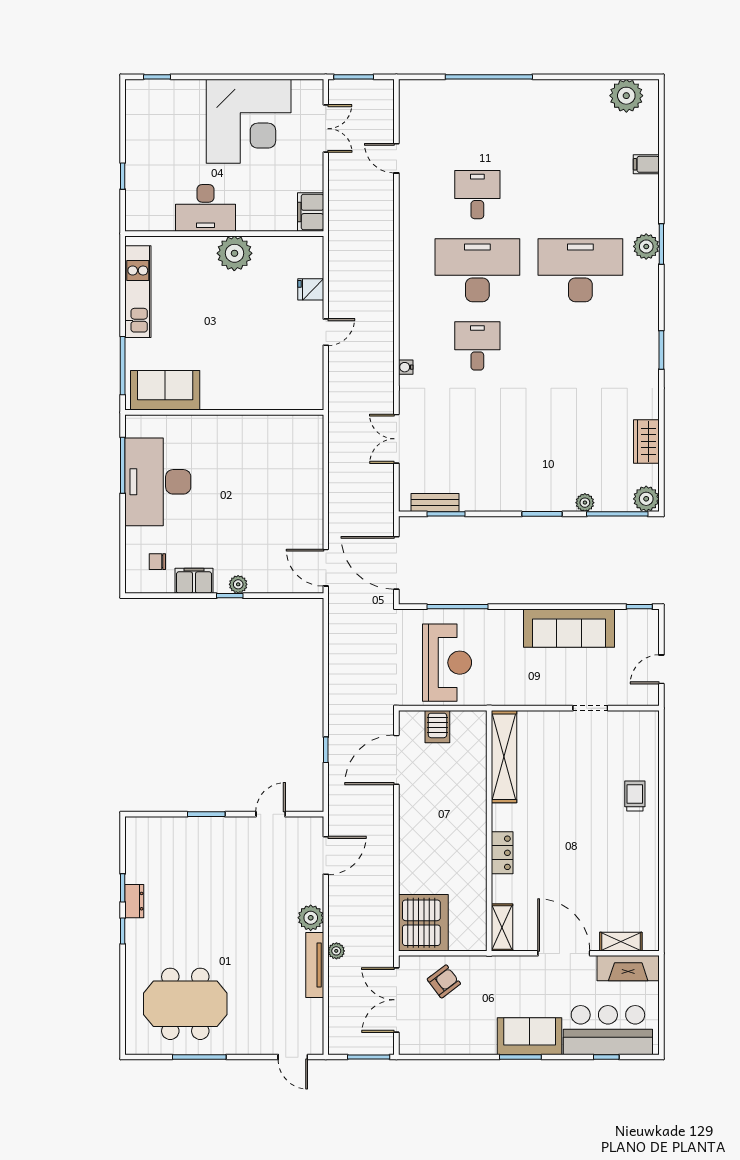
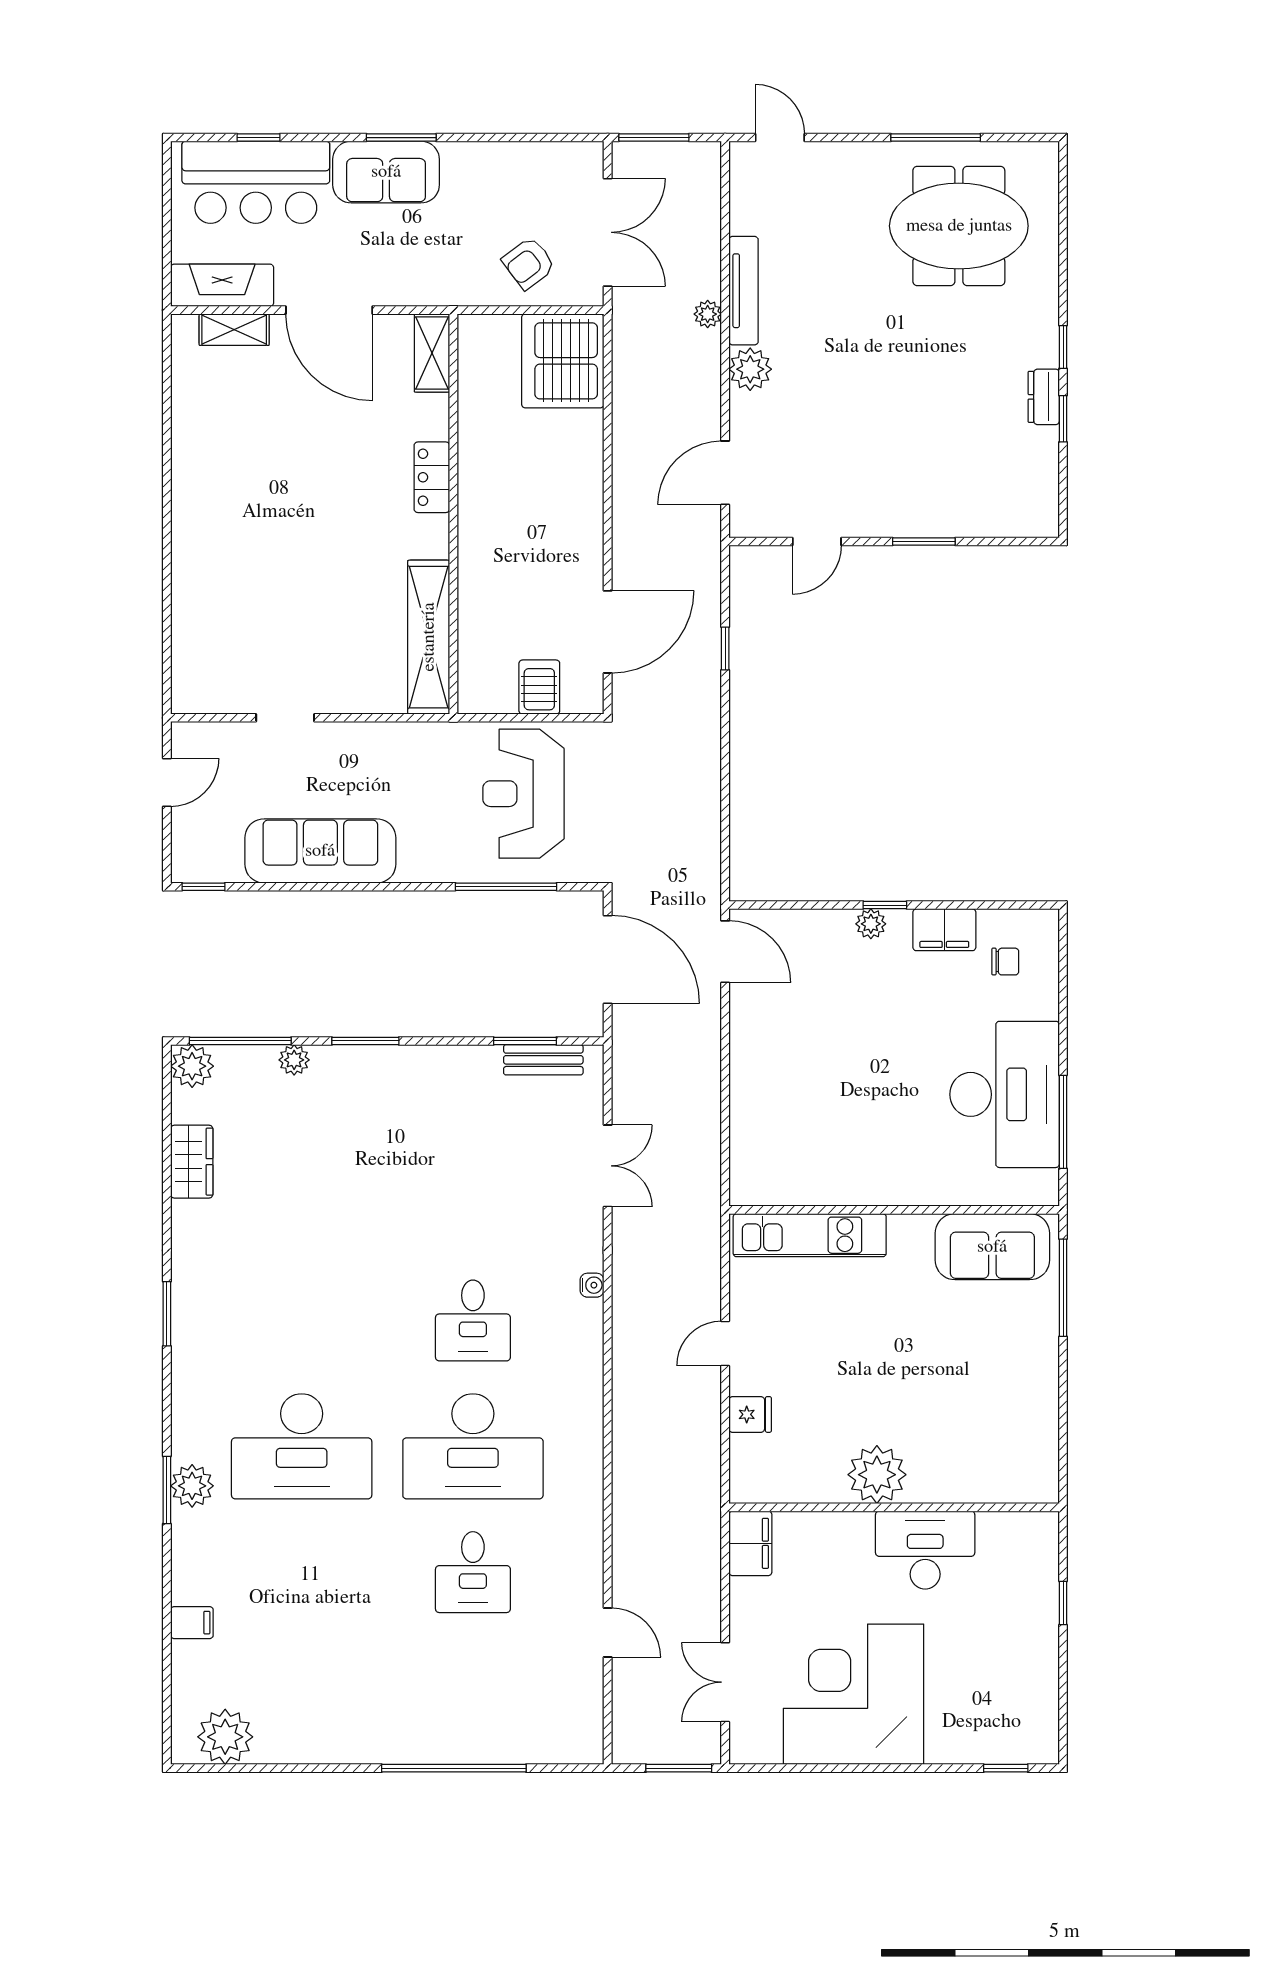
kitchen unit: (138, 292) -> (810, 1235), moved, turned -90
trolley: (635, 796) -> (211, 572), removed

